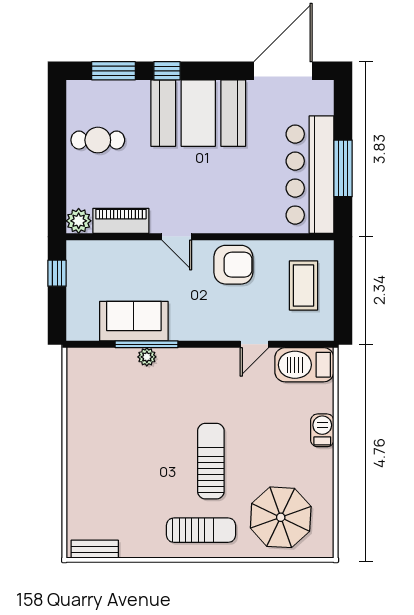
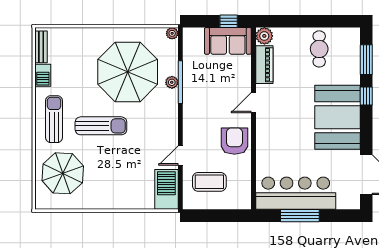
armchair: (233, 265) -> (234, 141), turned 180
coffee table: (303, 285) -> (209, 182), moved
sofa: (134, 321) -> (228, 41), moved, turned 90
door: (254, 344) -> (180, 155), hinge flipped
plant: (75, 356) -> (172, 33), added
parasol: (132, 422) -> (128, 72), added
barbecue: (322, 430) -> (43, 75), moved, turned 90
sun lounger: (201, 530) -> (54, 119), turned 180

